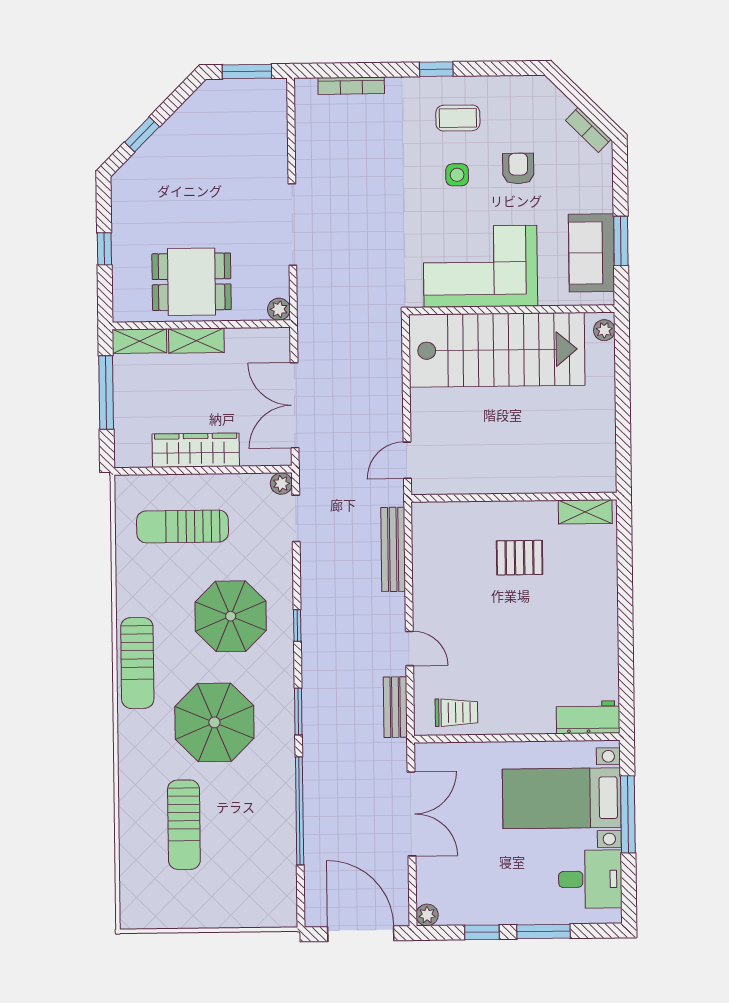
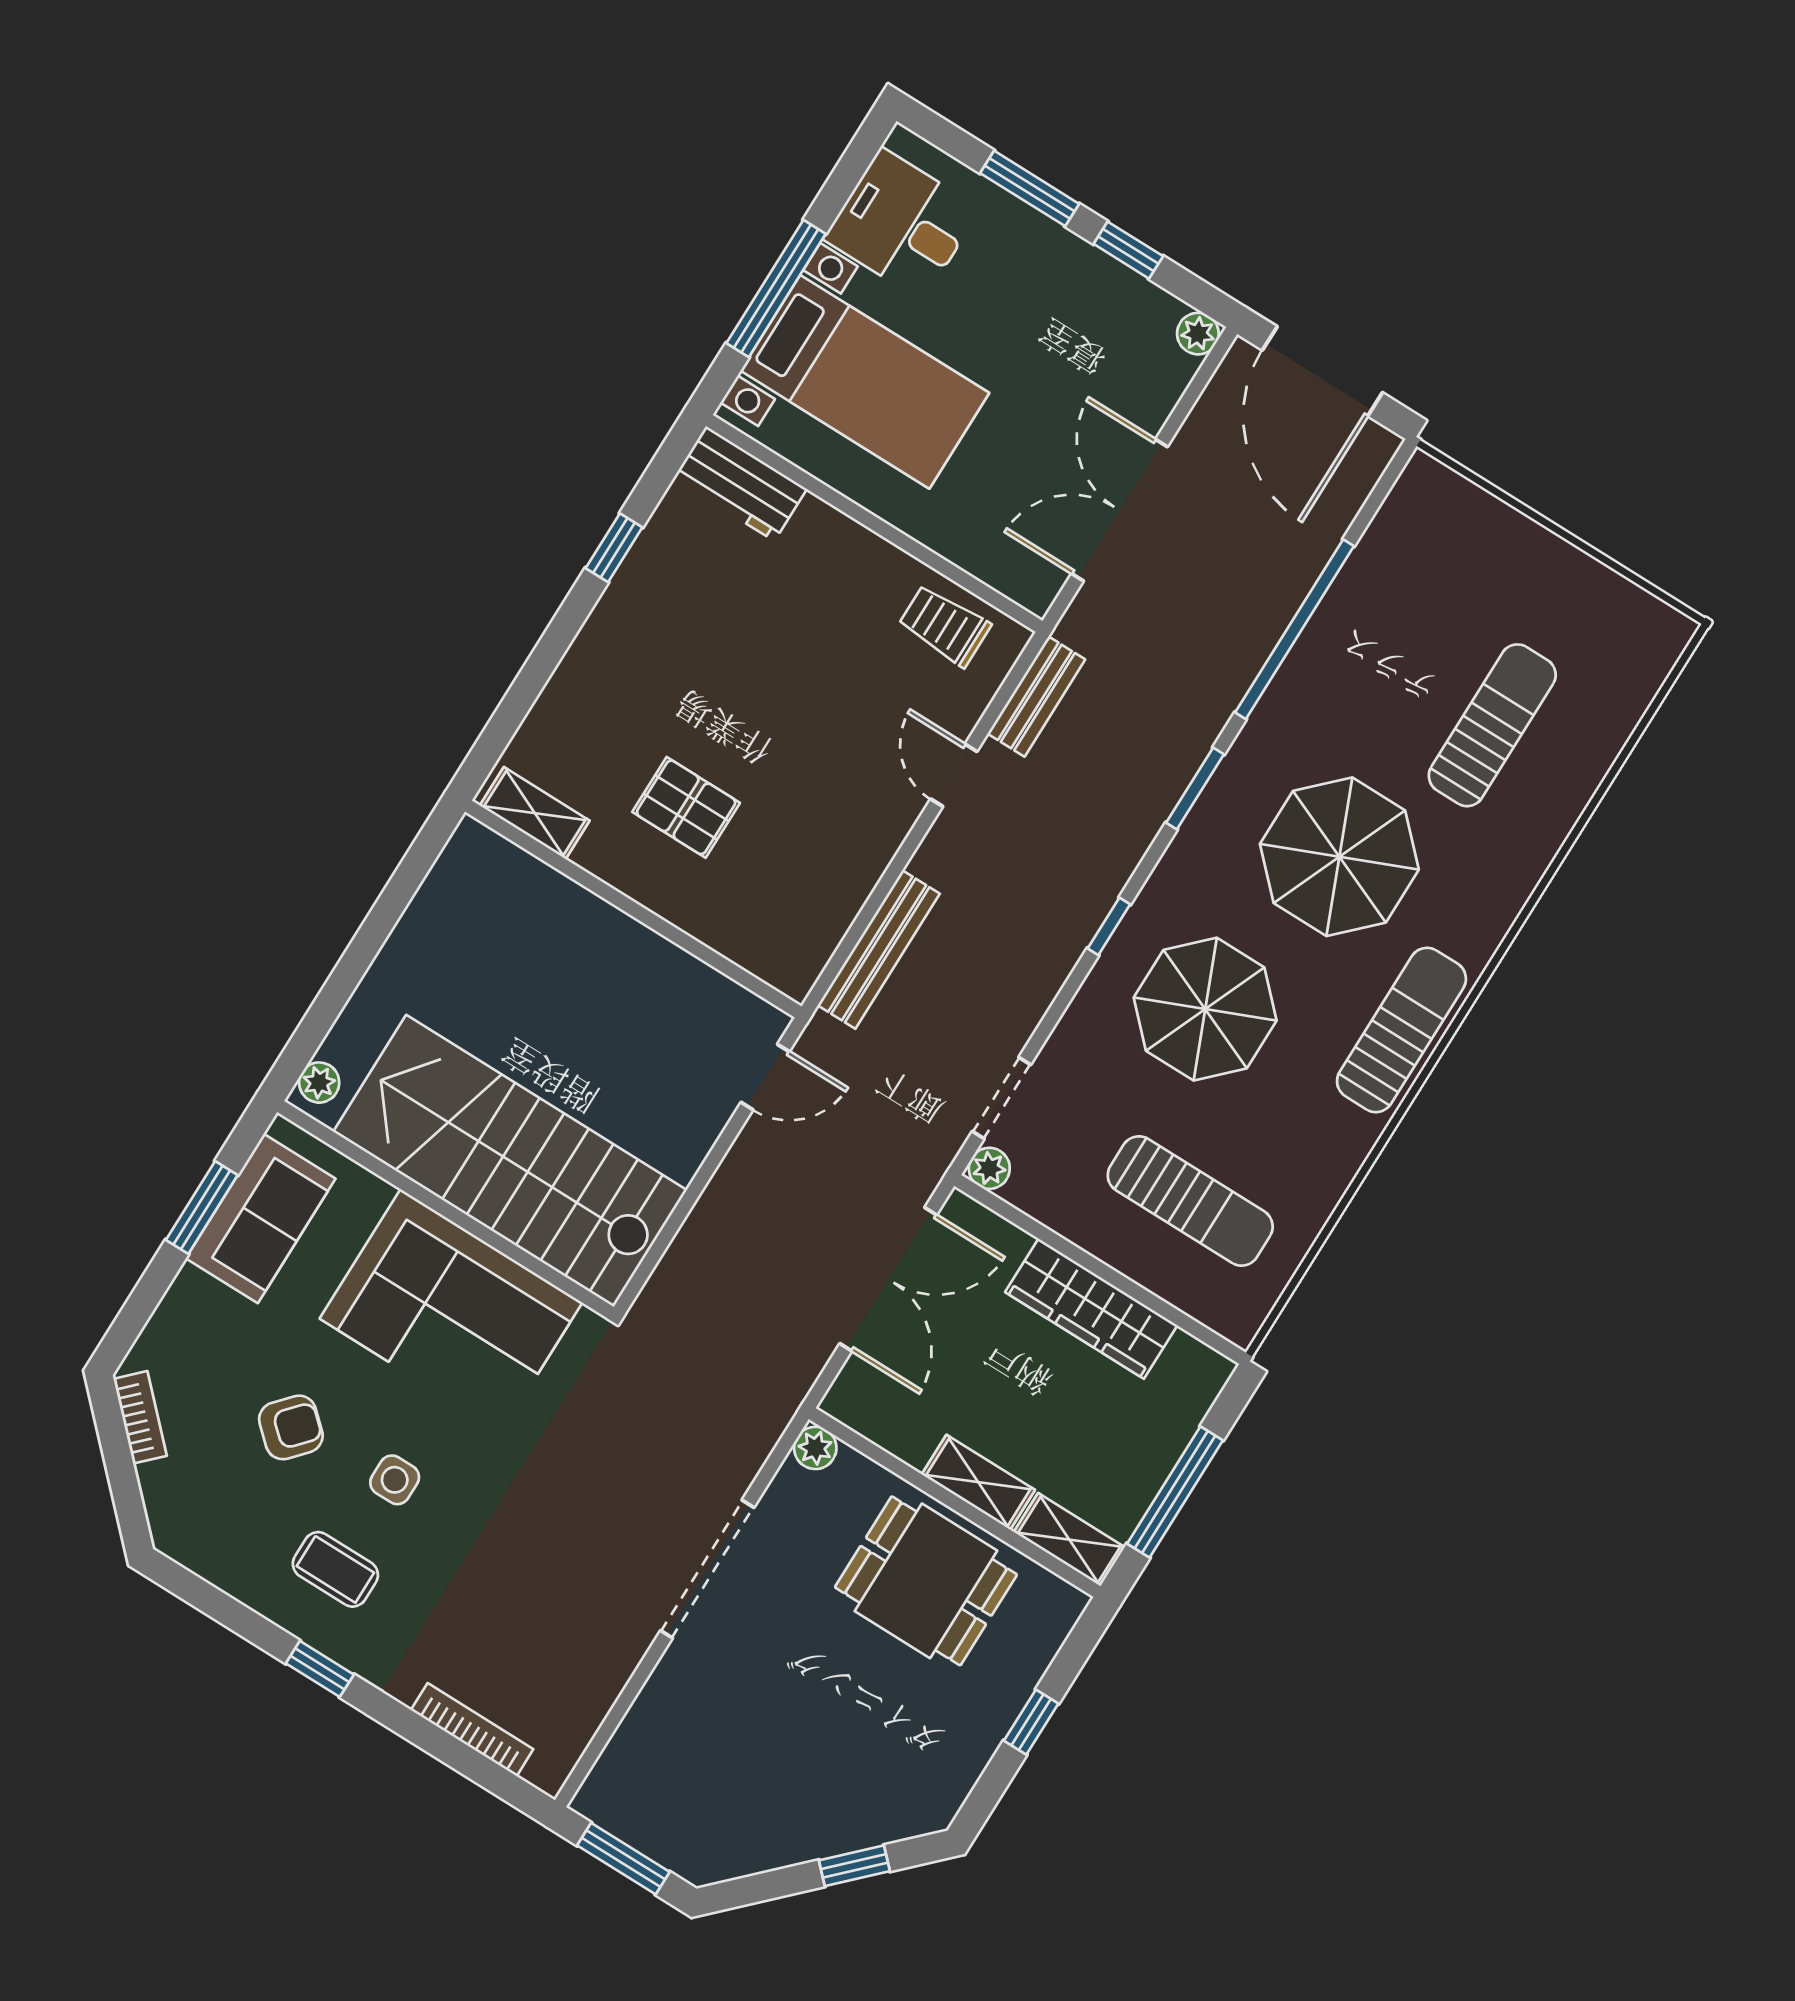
armchair: (518, 168) -> (291, 1427), turned -138
window: (626, 653) -> (614, 548), added

